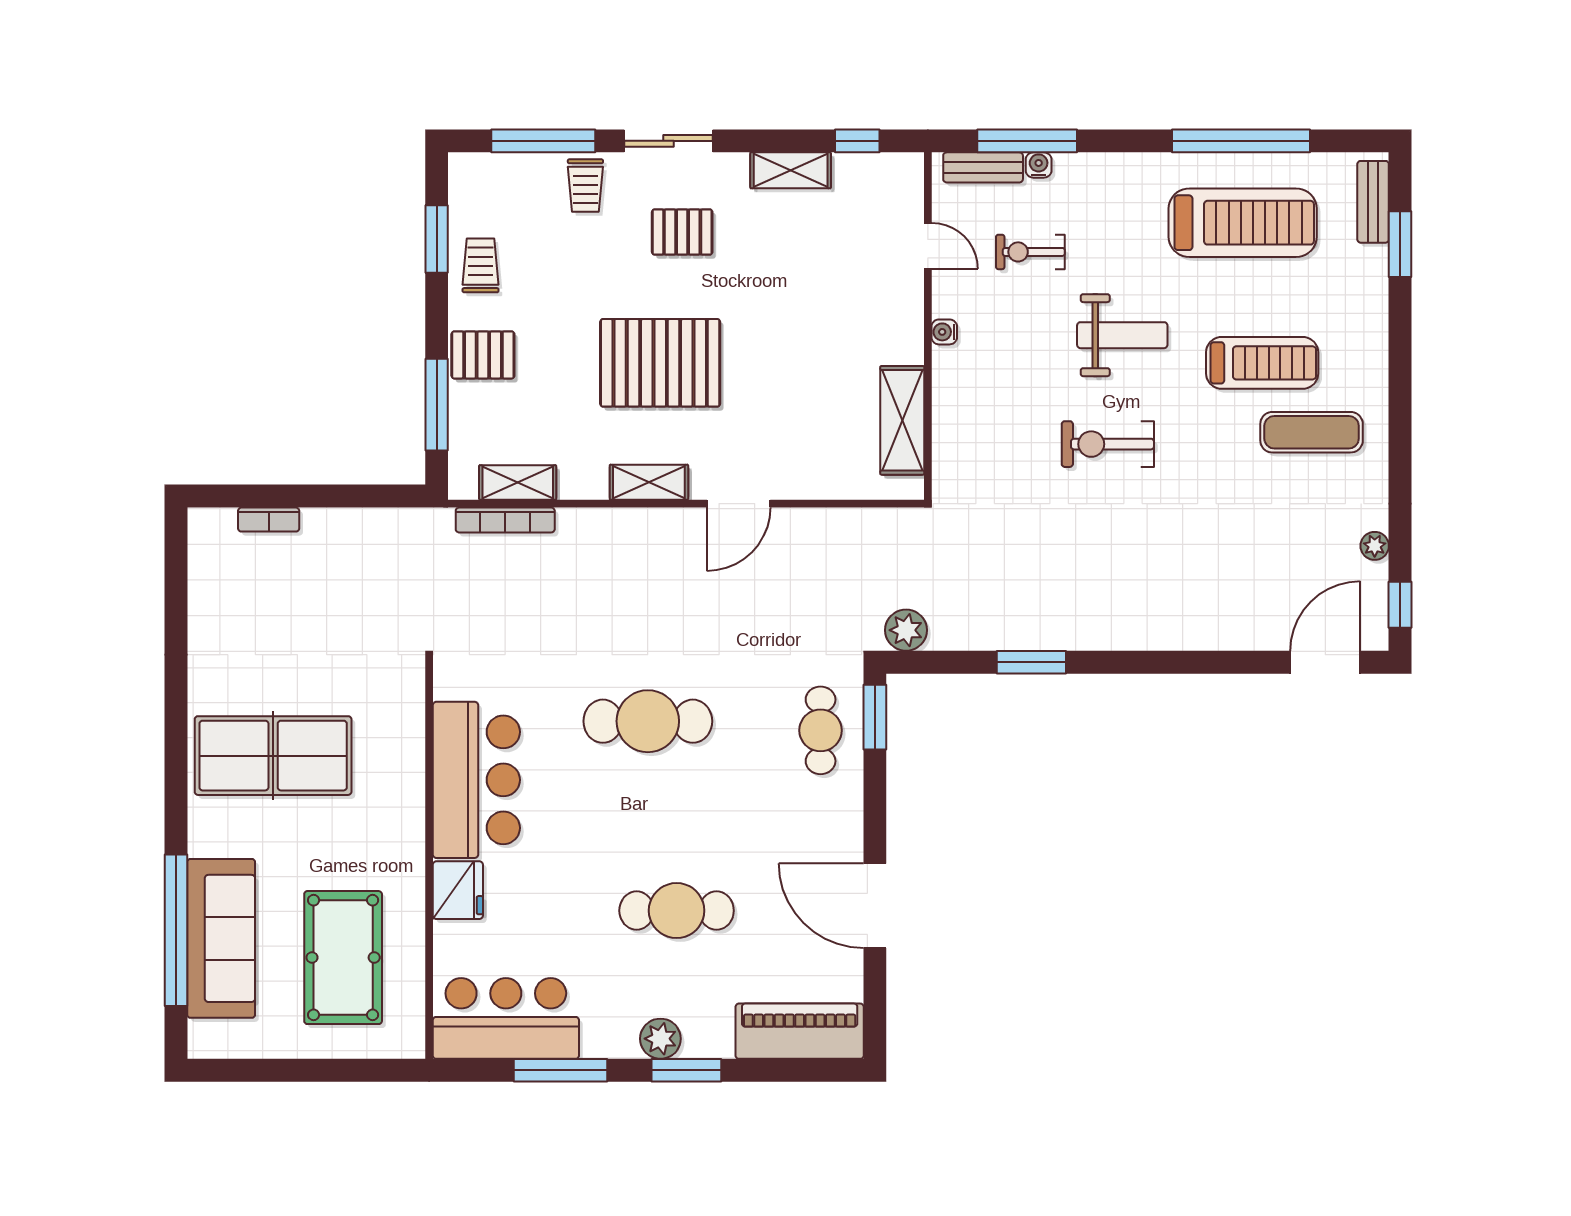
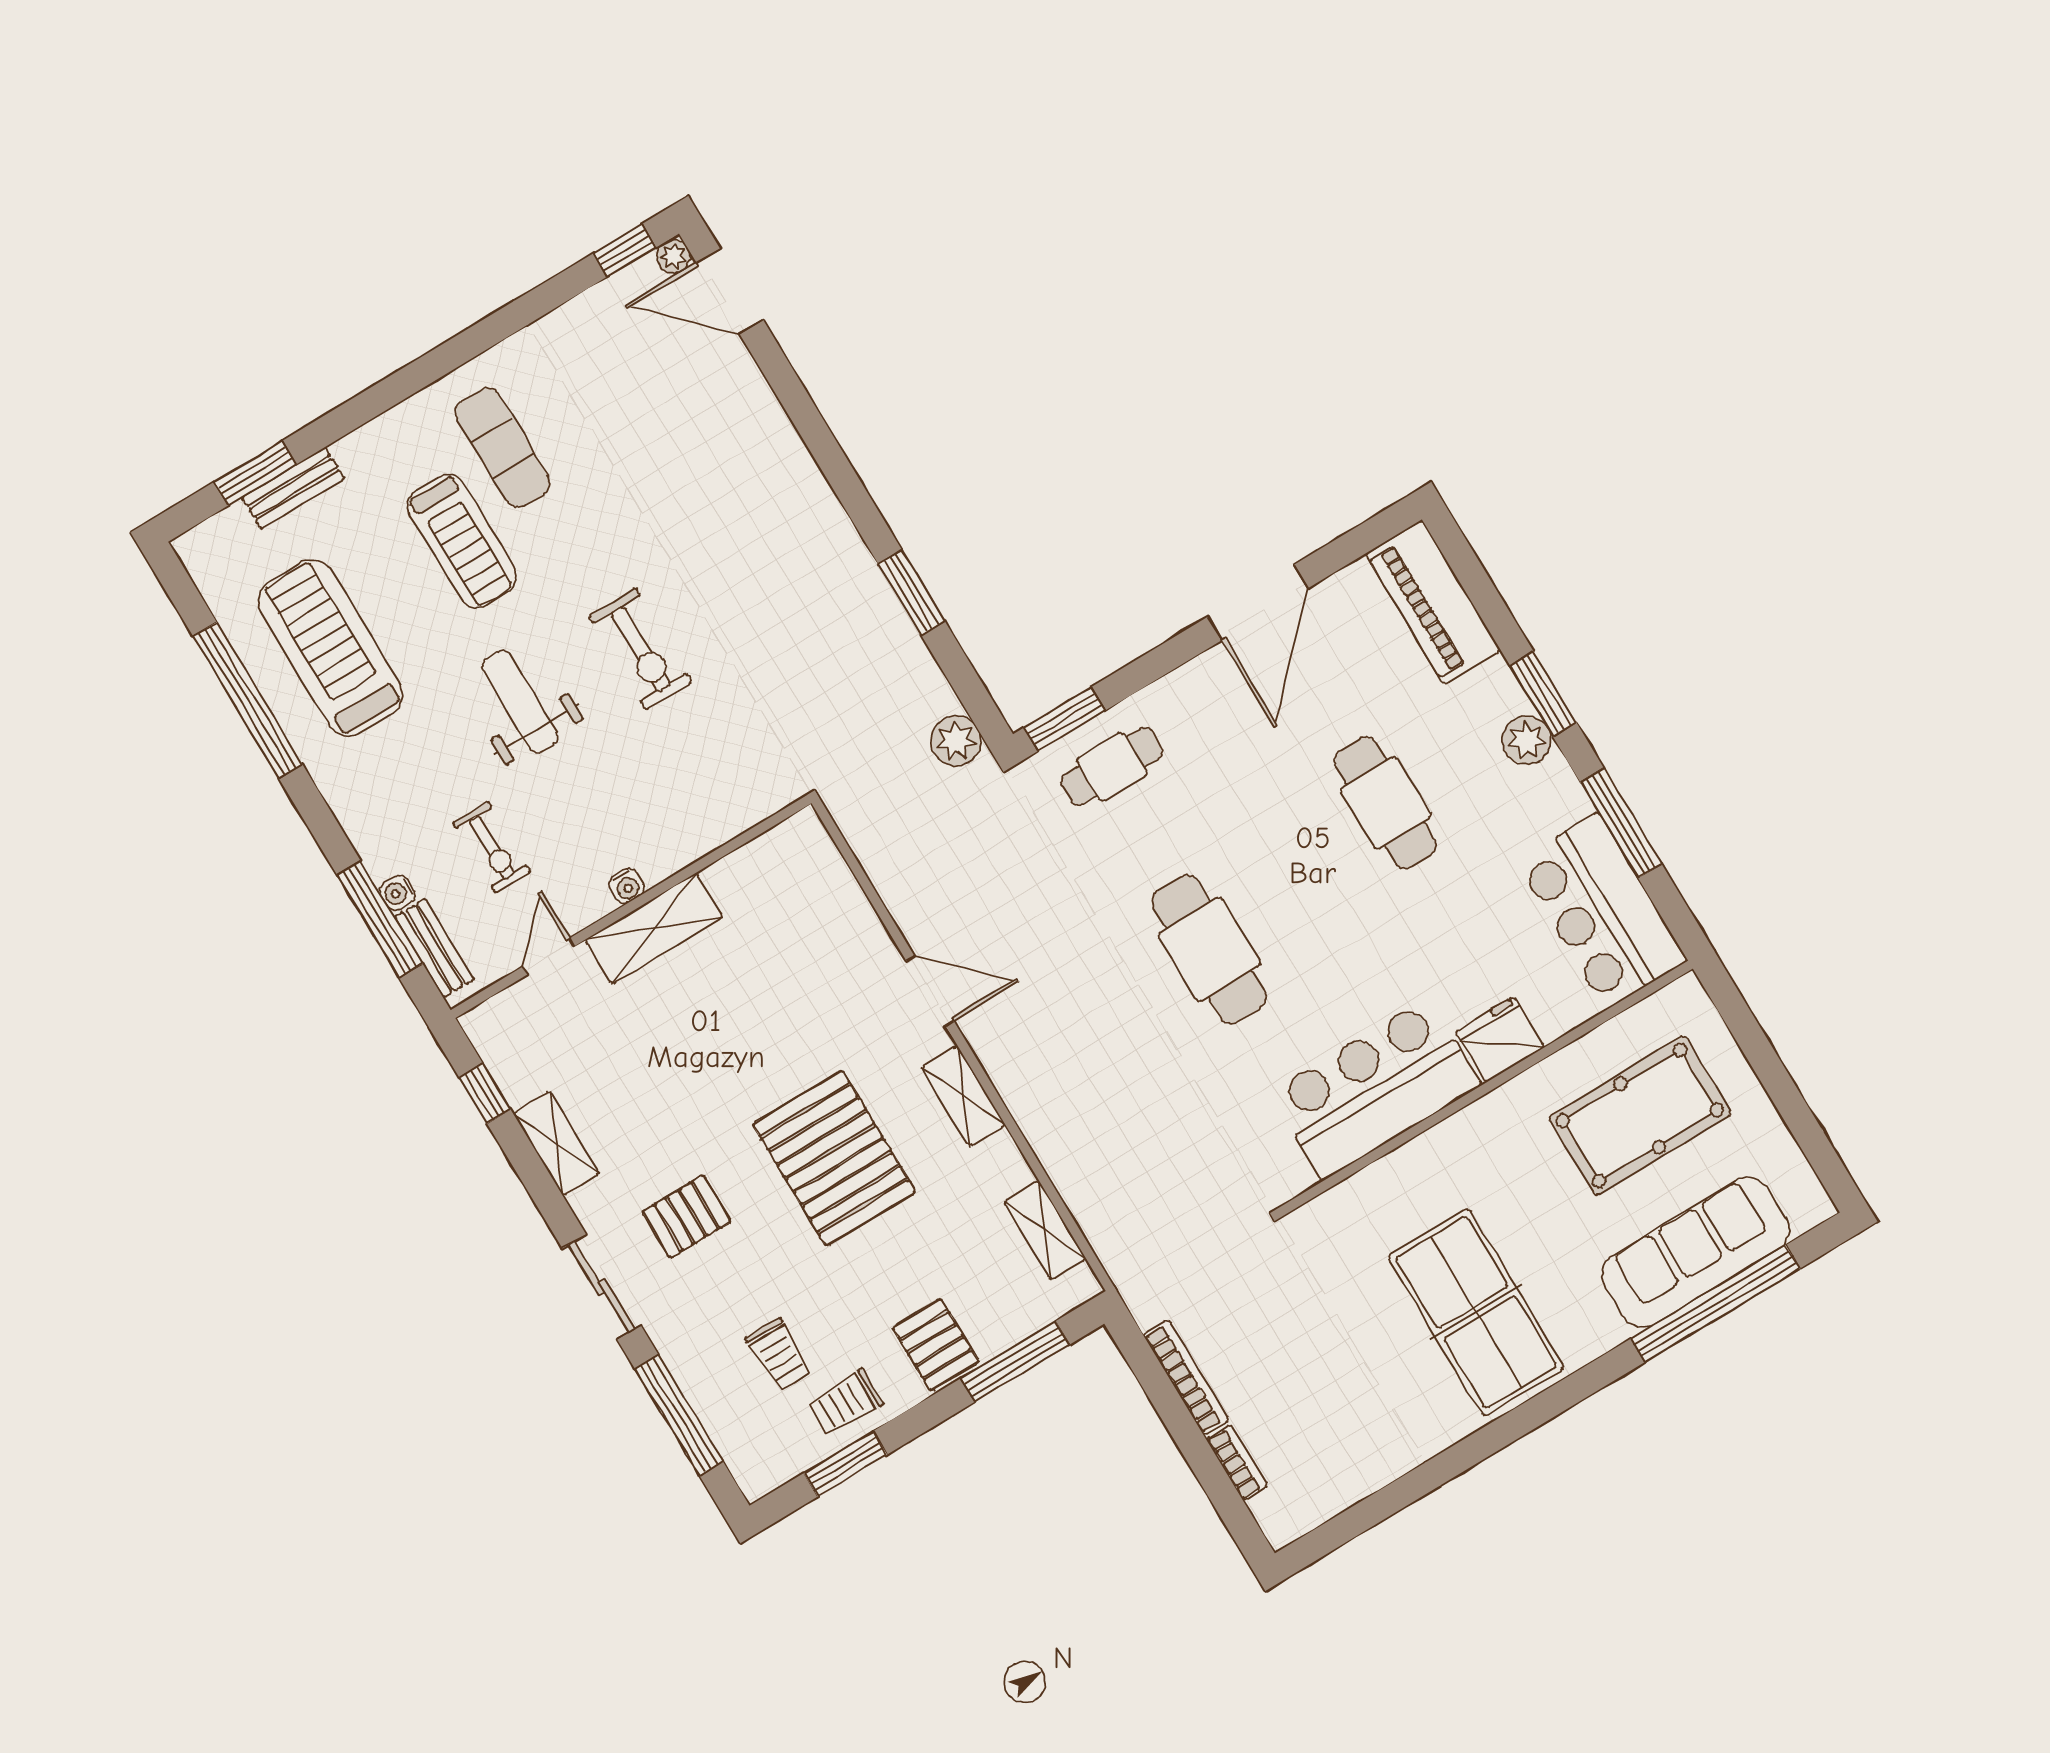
trolley: (585, 186) -> (779, 1355), moved, turned 90
bench: (1373, 202) -> (293, 488), moved
pallet: (682, 232) -> (687, 1217), turned 90
treadmill: (1262, 363) -> (462, 541), turned 180
shelving: (902, 420) -> (654, 929), moved
bookcase: (505, 520) -> (1186, 1377), moved
plant: (1375, 546) -> (673, 256), moved

